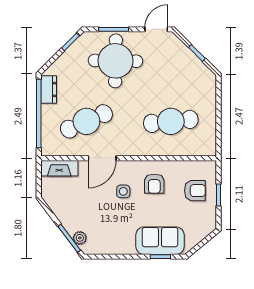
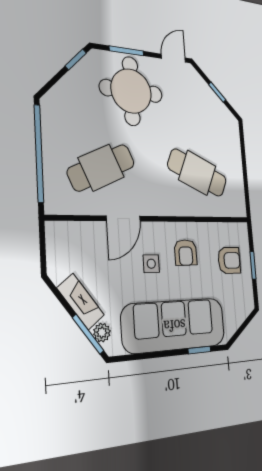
dresser: (49, 89) -> (51, 120), removed
cafe table: (171, 121) -> (197, 173), turned 30
fireplace: (59, 168) -> (81, 302), moved, turned -127
sofa: (160, 241) -> (174, 325), width x1.85, depth x1.27

